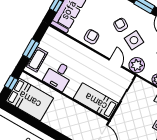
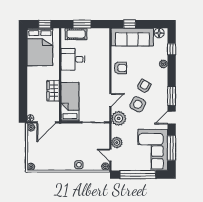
wardrobe: (77, 110) -> (53, 91), added

